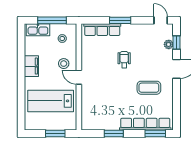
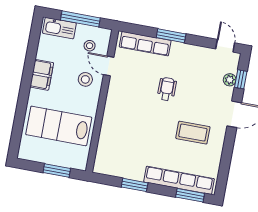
door: (79, 77) -> (109, 66), moved

